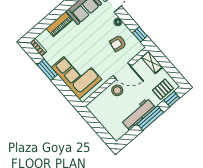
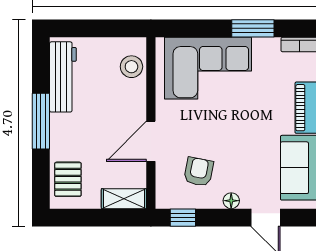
stool: (117, 90) -> (131, 67), moved
window: (172, 99) -> (41, 180), removed
workbench: (138, 114) -> (63, 77), moved

